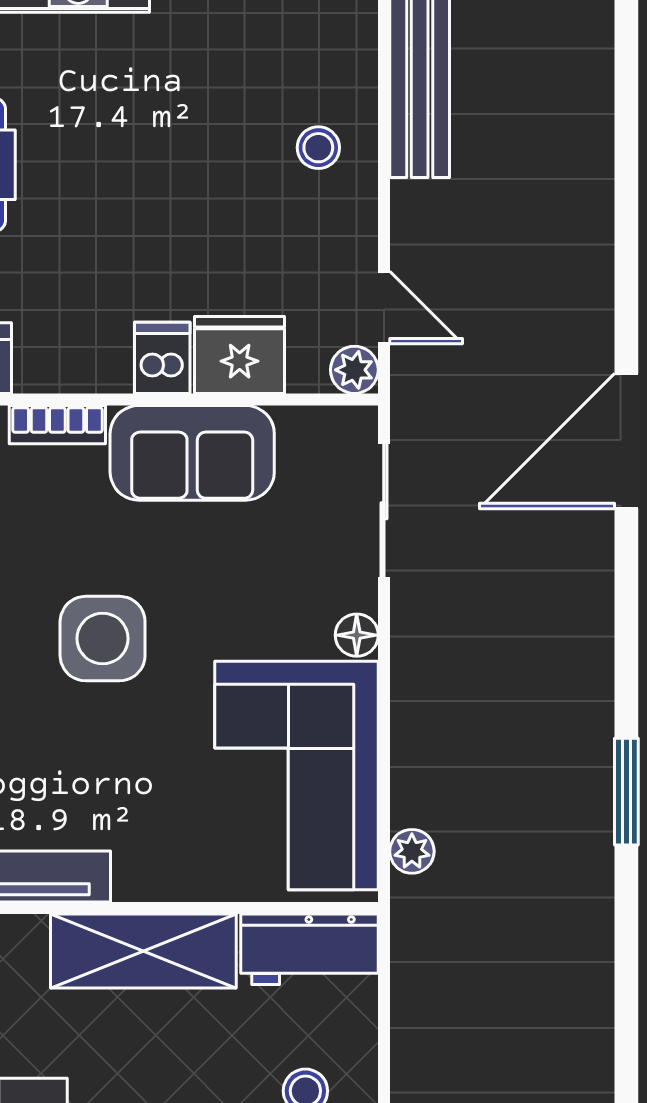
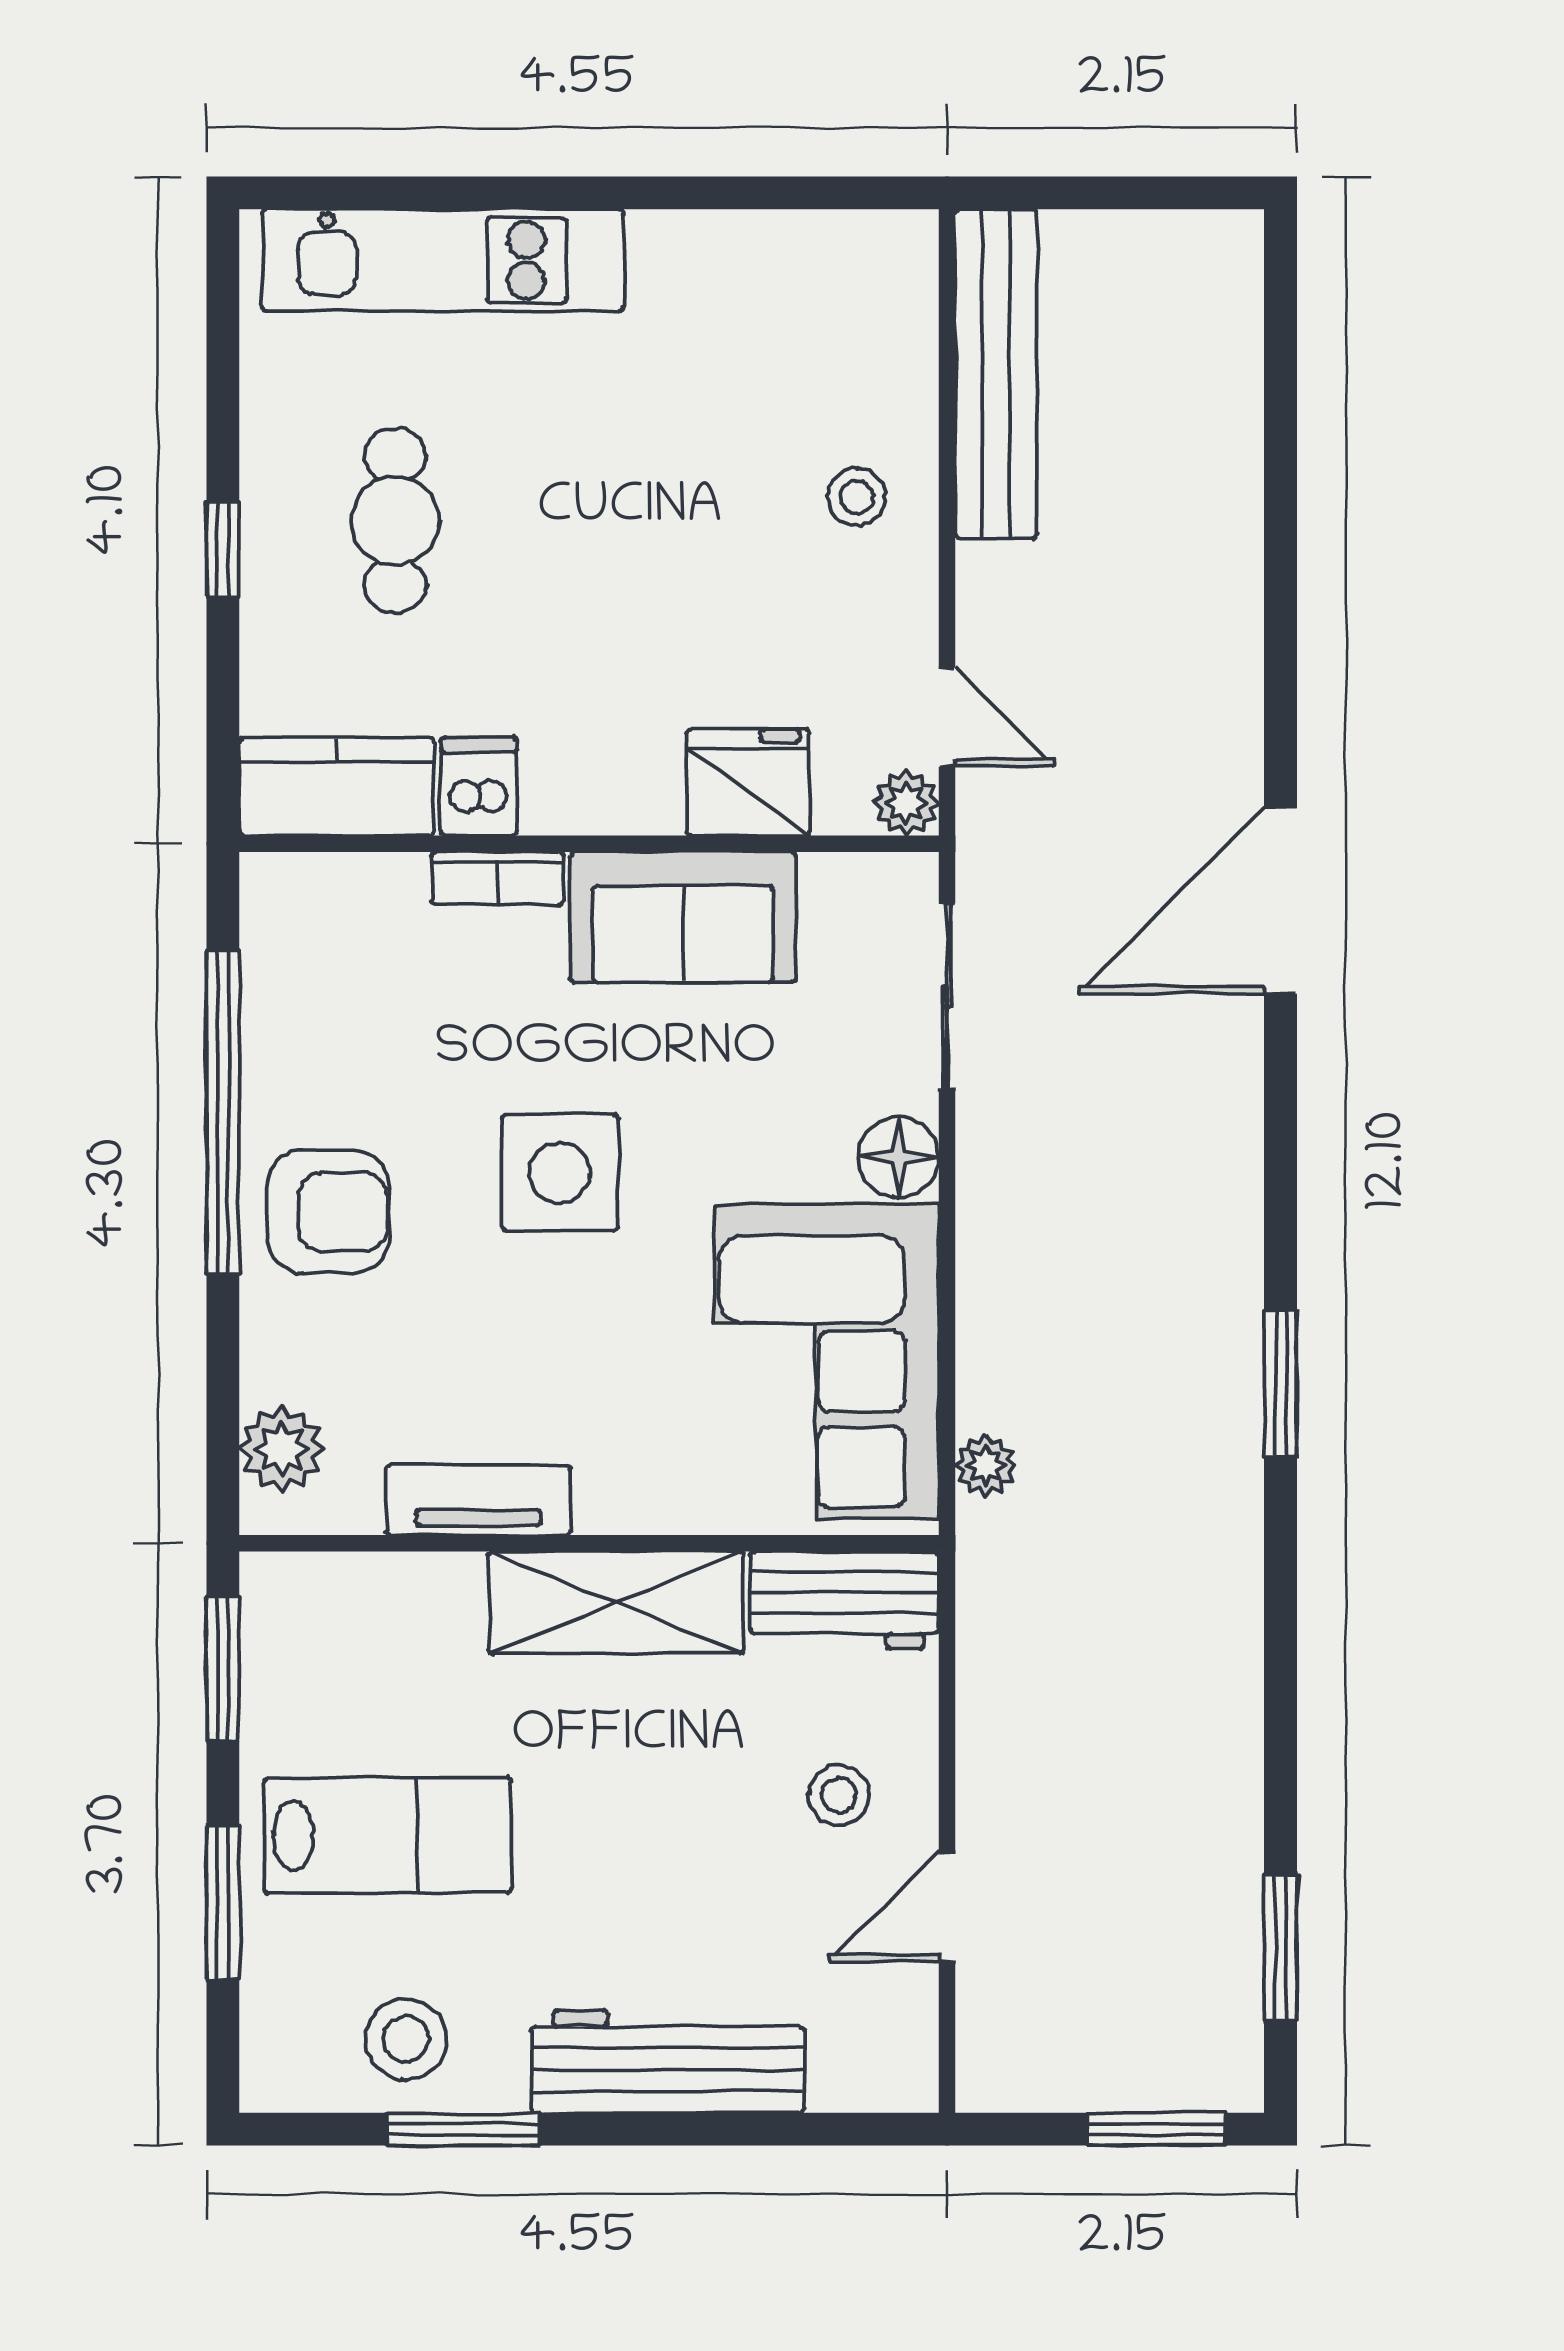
dishwasher: (162, 358) -> (479, 786), moved
floor lamp: (357, 635) -> (899, 1157), width x1.37, depth x1.37

